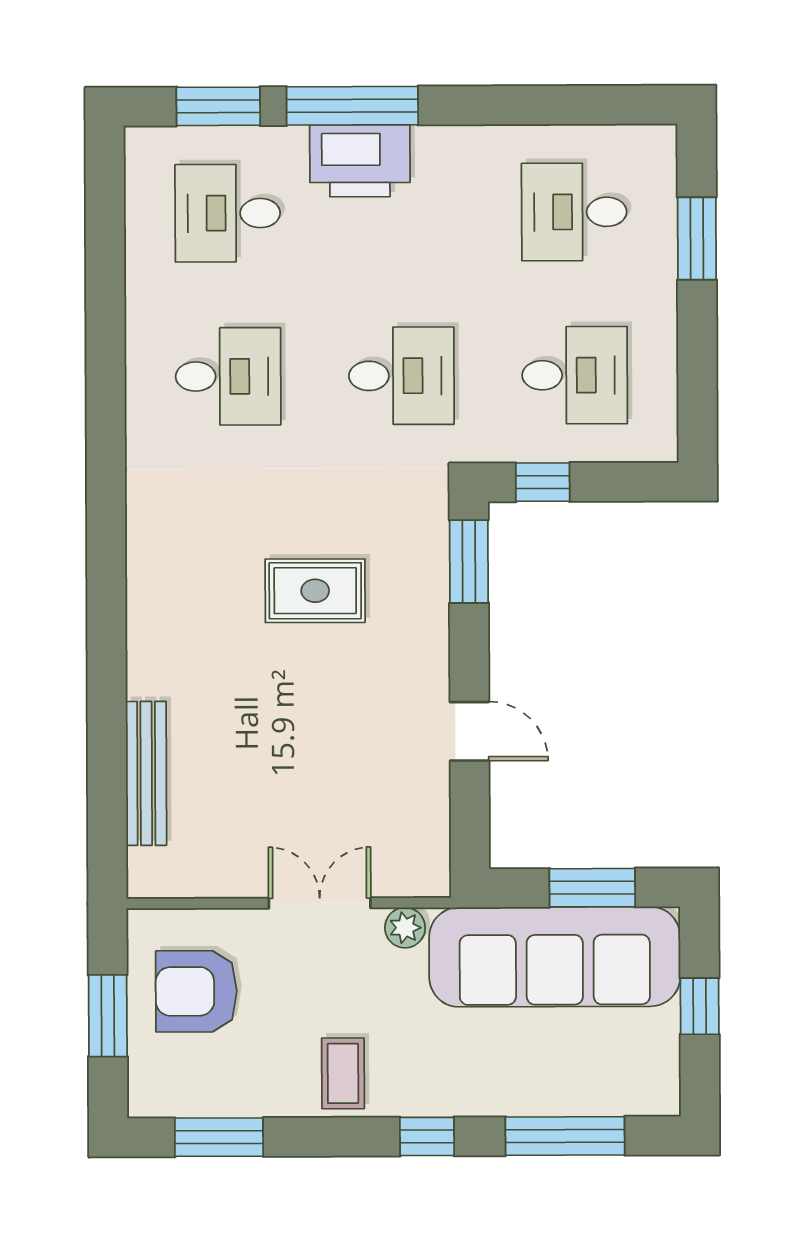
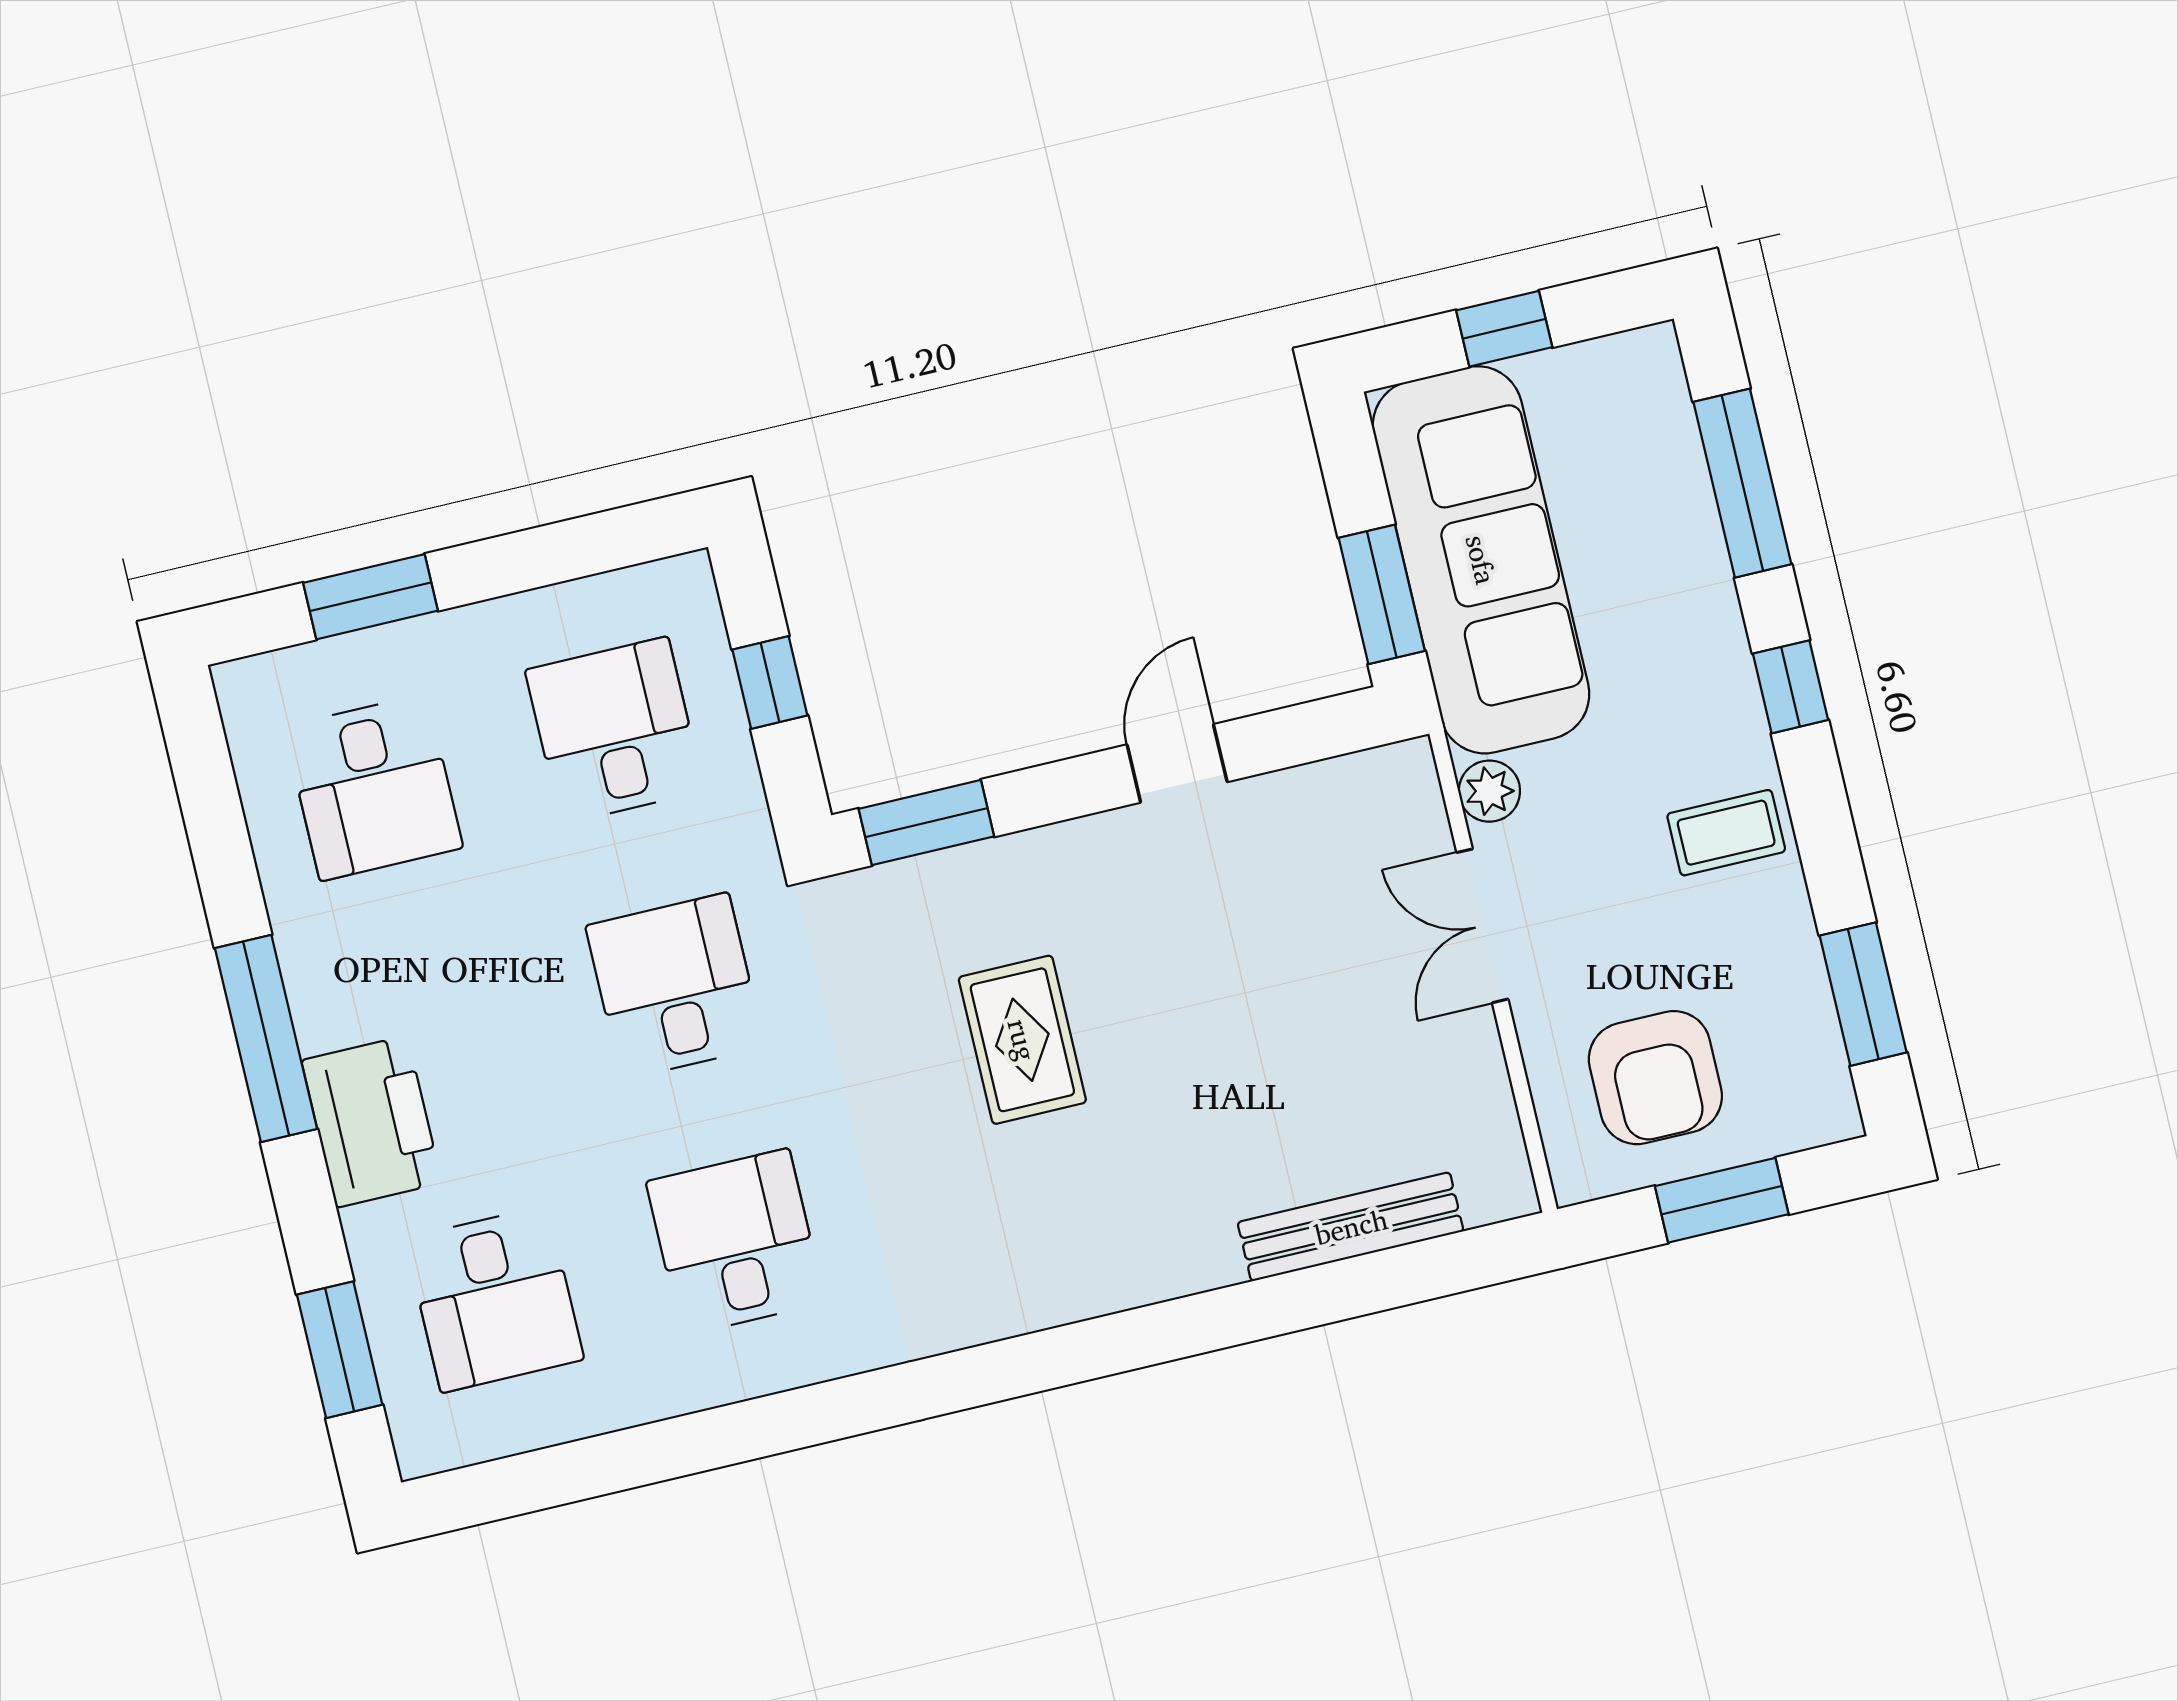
window: (352, 106) -> (266, 1039), moved
window: (543, 482) -> (770, 683), moved
window: (592, 888) -> (1382, 594), moved

